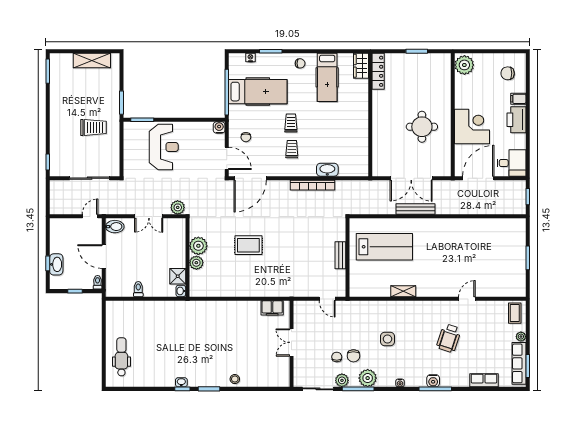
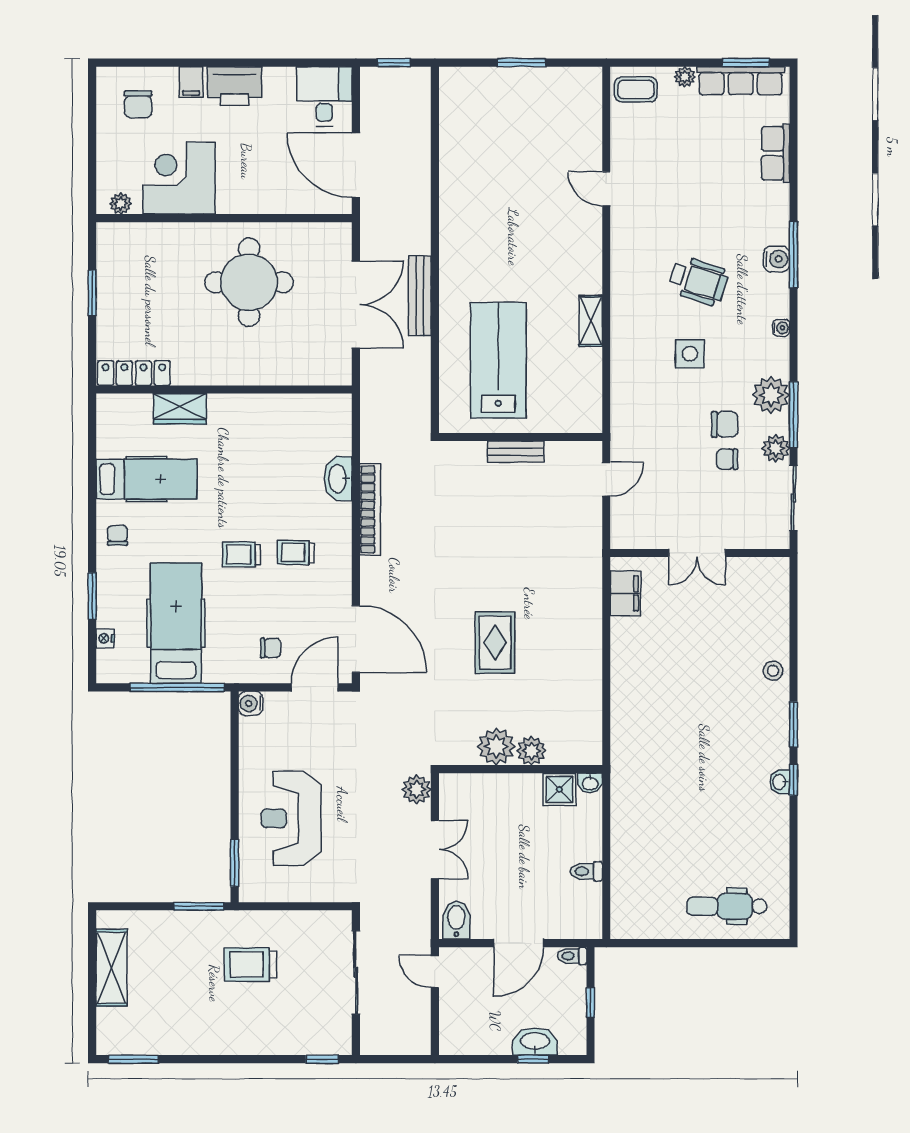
plant: (464, 65) -> (121, 204), width x0.53, depth x0.53
wardrobe: (361, 66) -> (180, 409), moved
corner desk: (472, 126) -> (179, 178), moved
trolley: (93, 127) -> (250, 964), turned -90
round table: (422, 127) -> (249, 282), width x1.36, depth x1.36
reception desk: (164, 147) -> (291, 818), turned -90
wheelchair: (449, 338) -> (698, 281), moved

